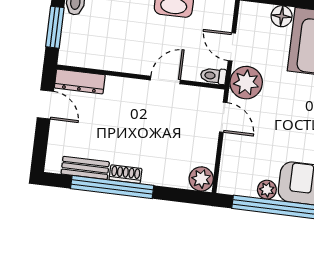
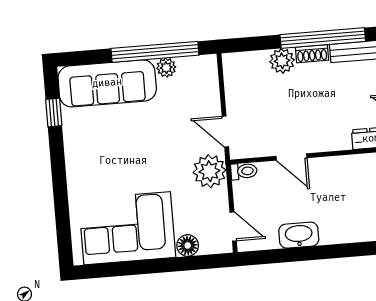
door: (232, 47) -> (233, 227), moved
door: (165, 80) -> (291, 157), hinge flipped
plant: (201, 179) -> (282, 61), moved

